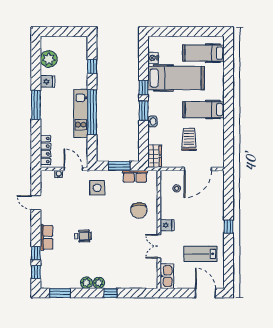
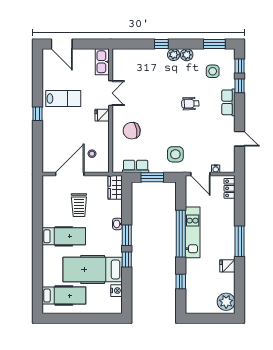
plant: (49, 59) -> (226, 302), moved
locker: (45, 150) -> (230, 188), width x0.66
chair: (139, 210) -> (132, 131), turned -100
lab bench: (200, 254) -> (63, 99), moved
side table: (62, 267) -> (213, 71), added

